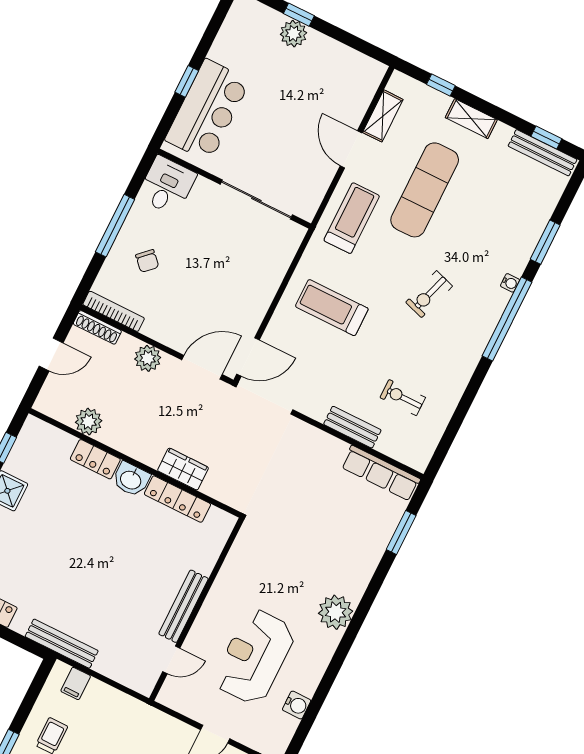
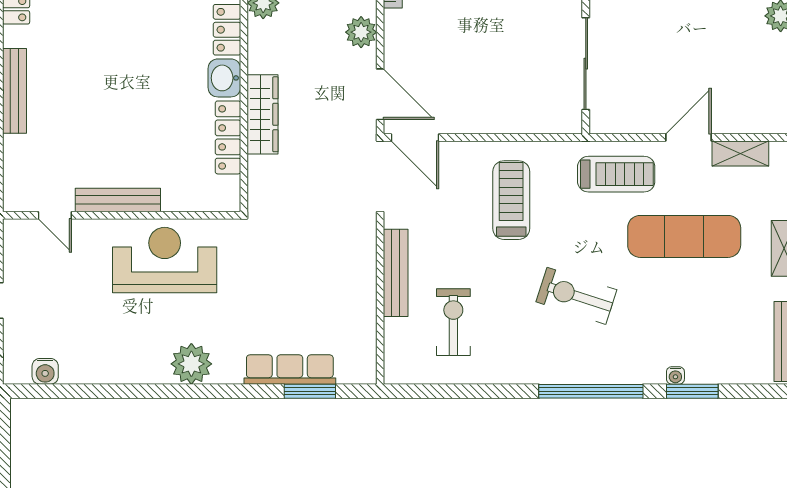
water cooler: (510, 283) -> (675, 375), moved
exercise bike: (429, 294) -> (576, 296), width x1.38, depth x1.39
exercise bike: (403, 398) -> (453, 322), width x1.38, depth x1.39
bench: (352, 427) -> (396, 273), width x1.36
wardrobe: (183, 469) -> (263, 114), width x1.50
row of seats: (381, 473) -> (290, 370), moved, turned 90
reception desk: (255, 657) -> (165, 260), moved
water cooler: (297, 705) -> (45, 371), moved

